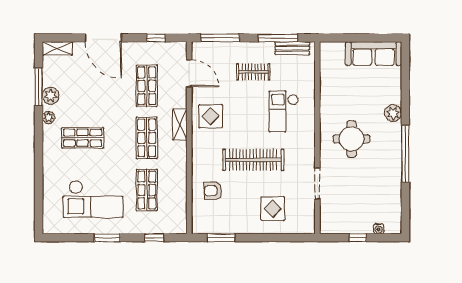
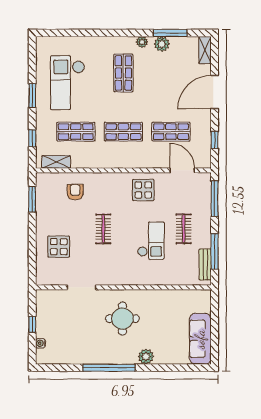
door: (189, 73) -> (182, 170), swing flipped
checkout: (284, 112) -> (151, 241), moved, turned 90
shelving: (180, 124) -> (56, 162), moved
clothes rail: (253, 160) -> (103, 229), width x0.54, depth x0.76

